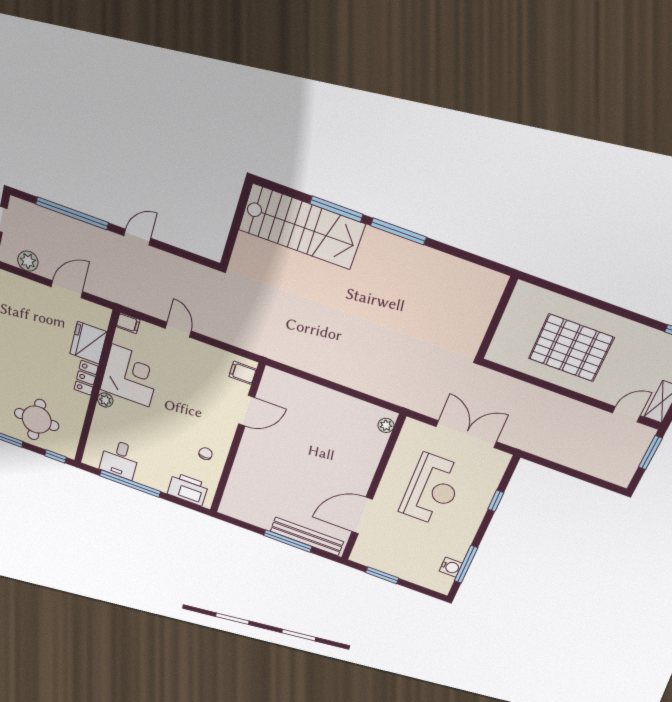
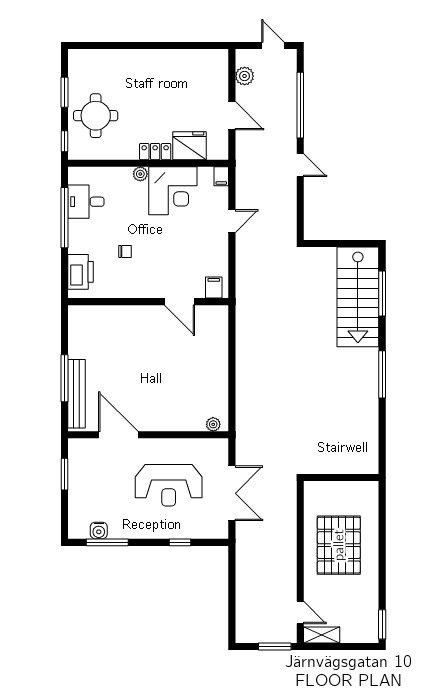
window: (336, 209) -> (382, 293), moved
chair: (206, 454) -> (125, 251), moved

